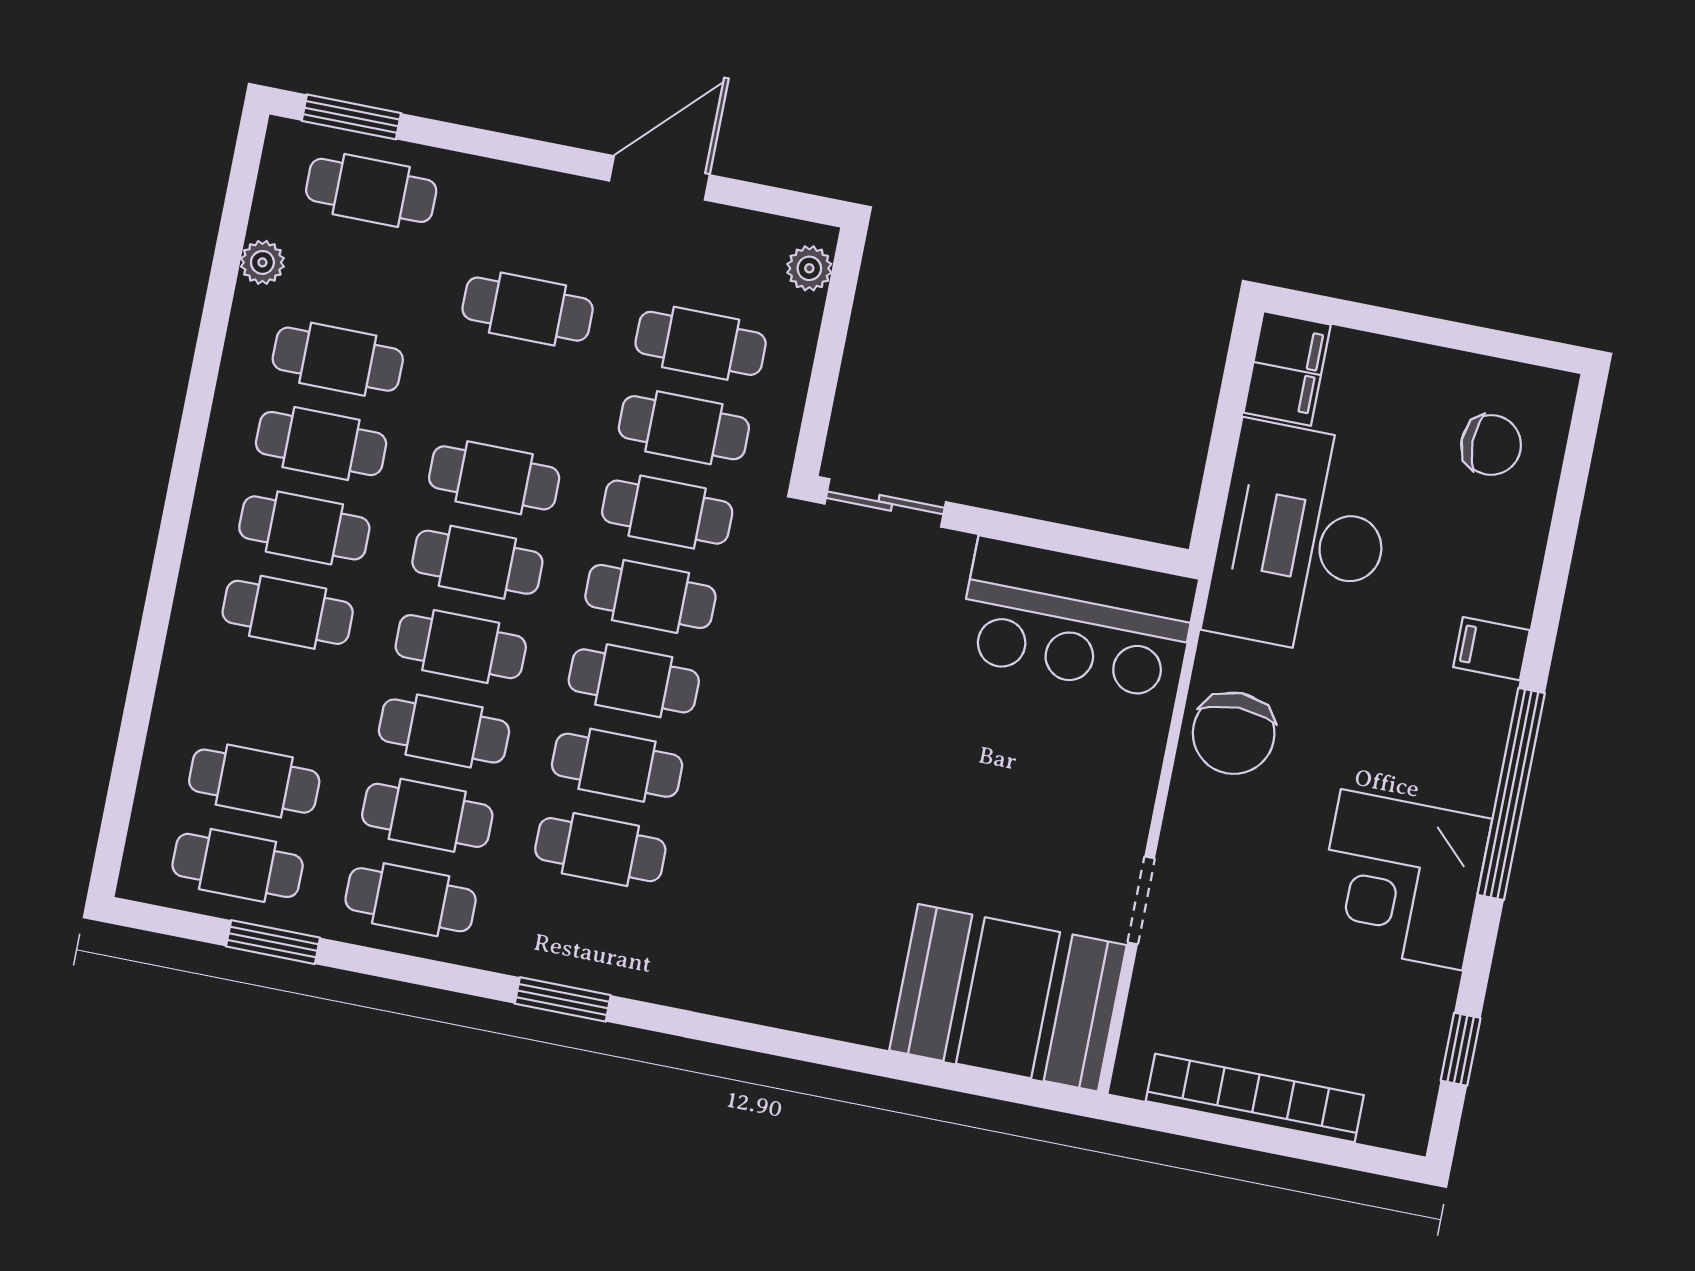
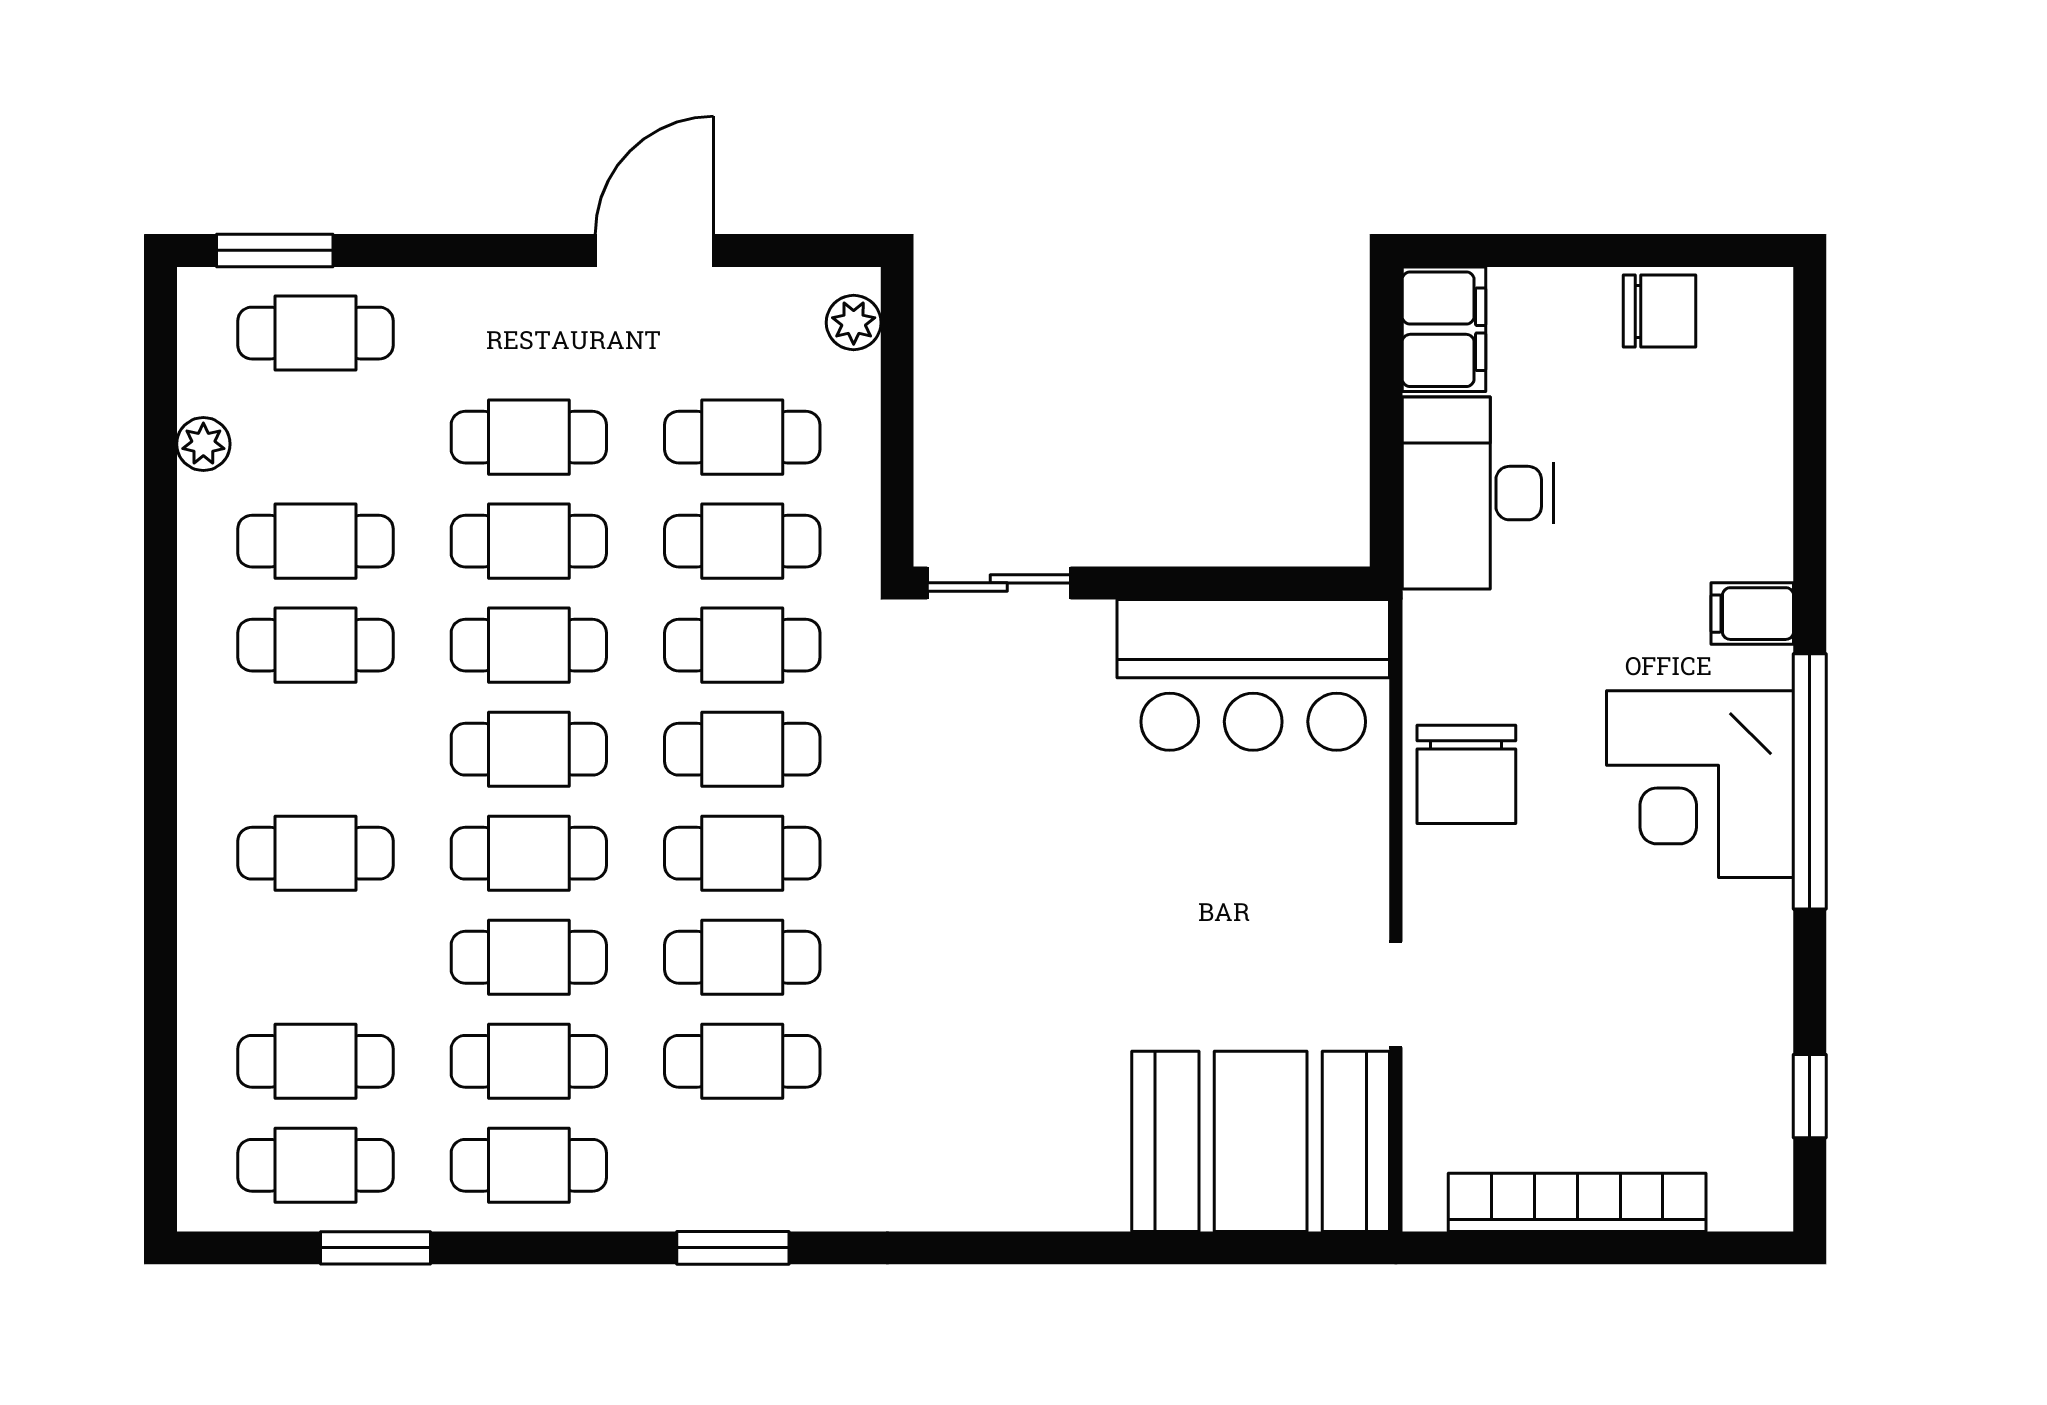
chair: (1491, 445) -> (1660, 311), moved
cafe table: (304, 528) -> (529, 541), moved
desk: (1301, 539) -> (1478, 493), width x0.73, depth x0.77
corner desk: (1402, 880) -> (1700, 784), moved

